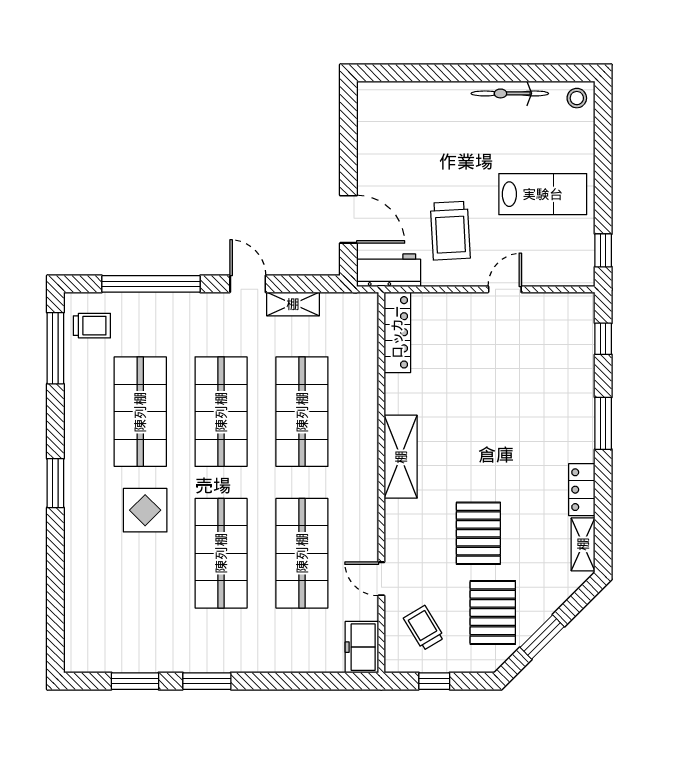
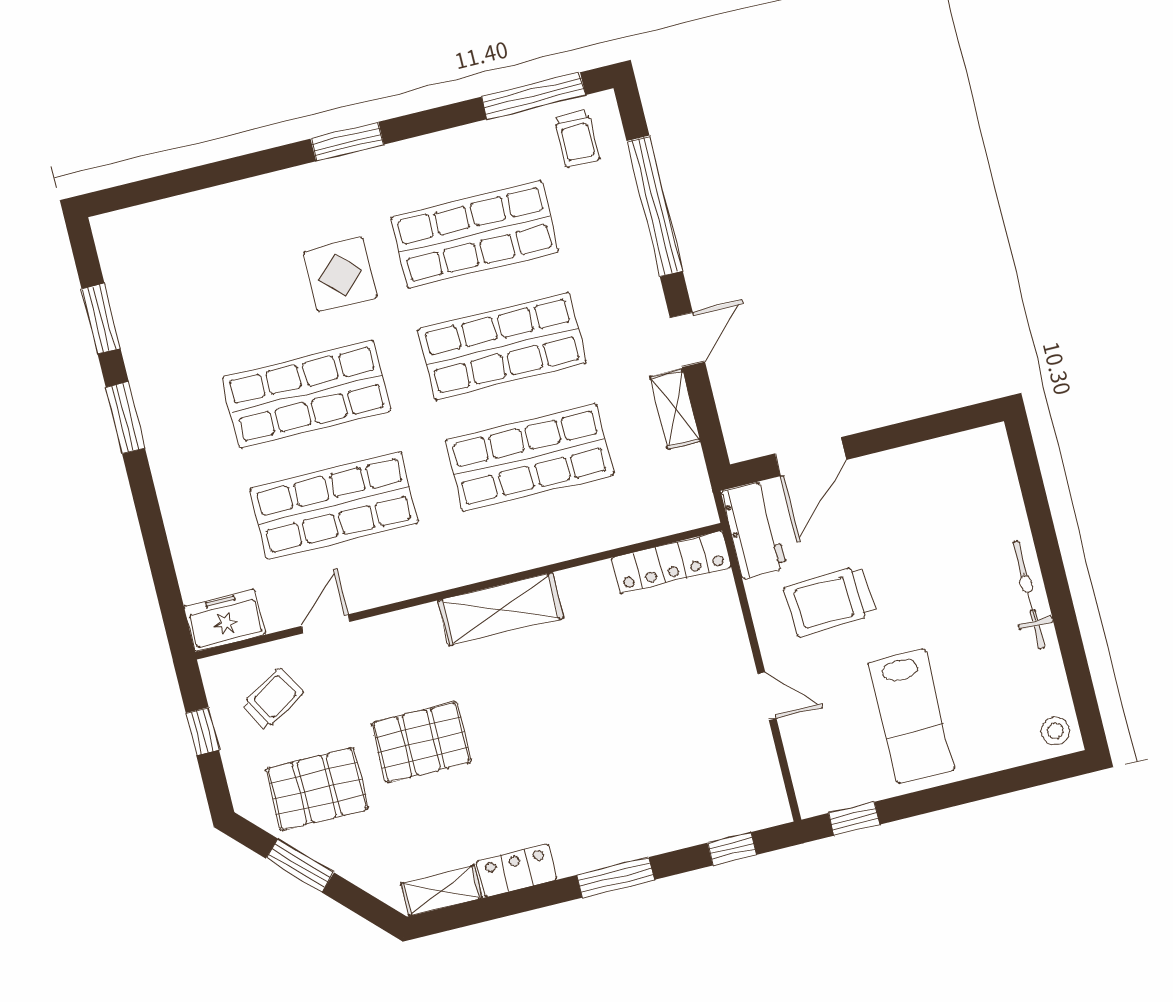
bicycle: (510, 93) -> (1029, 595), moved

